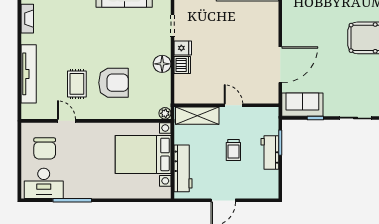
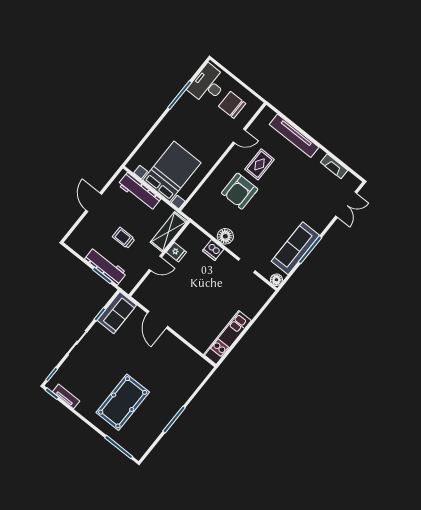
fridge: (183, 48) -> (176, 252), moved, turned -90
door: (280, 65) -> (157, 320), width x0.73
rug: (77, 84) -> (260, 164), turned 90
plant: (165, 113) -> (189, 210), removed
workbench: (270, 152) -> (106, 266), width x1.38

